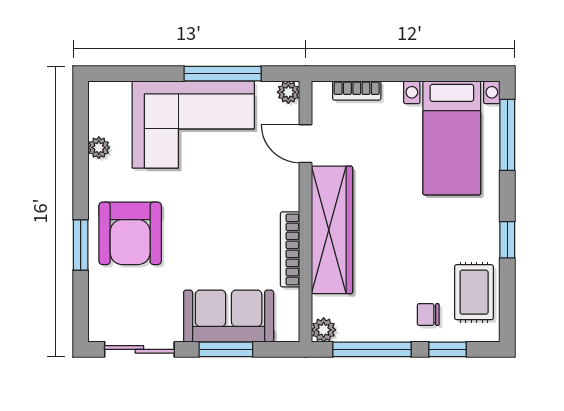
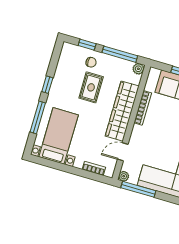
window: (223, 74) -> (138, 189), moved
window: (507, 135) -> (38, 117), moved
door: (305, 144) -> (123, 152), swing flipped
rug: (474, 292) -> (91, 87), moved

